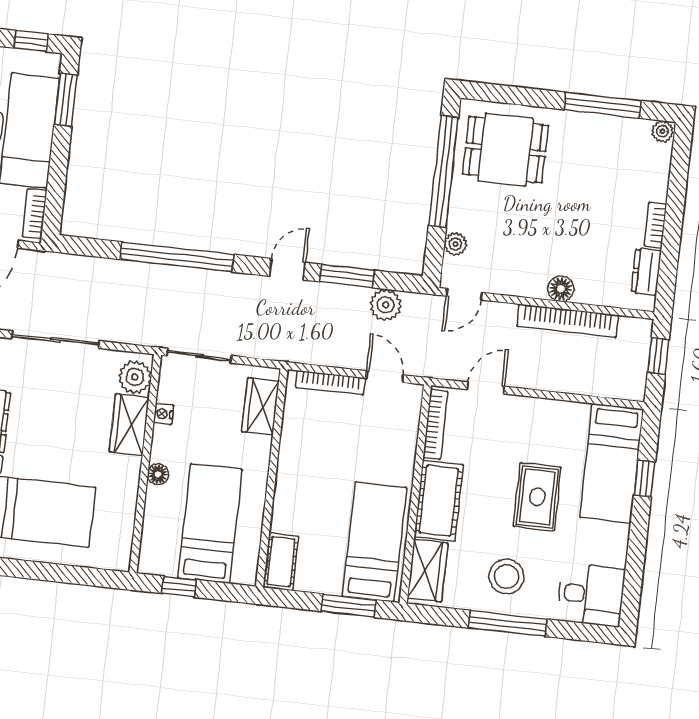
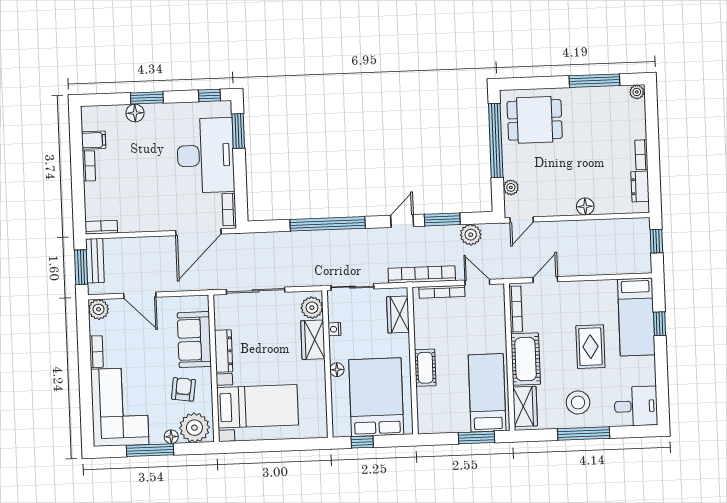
bookcase: (567, 321) -> (422, 275), moved, turned 180
bed: (210, 524) -> (376, 397), width x1.50
cot: (281, 562) -> (425, 368), moved

